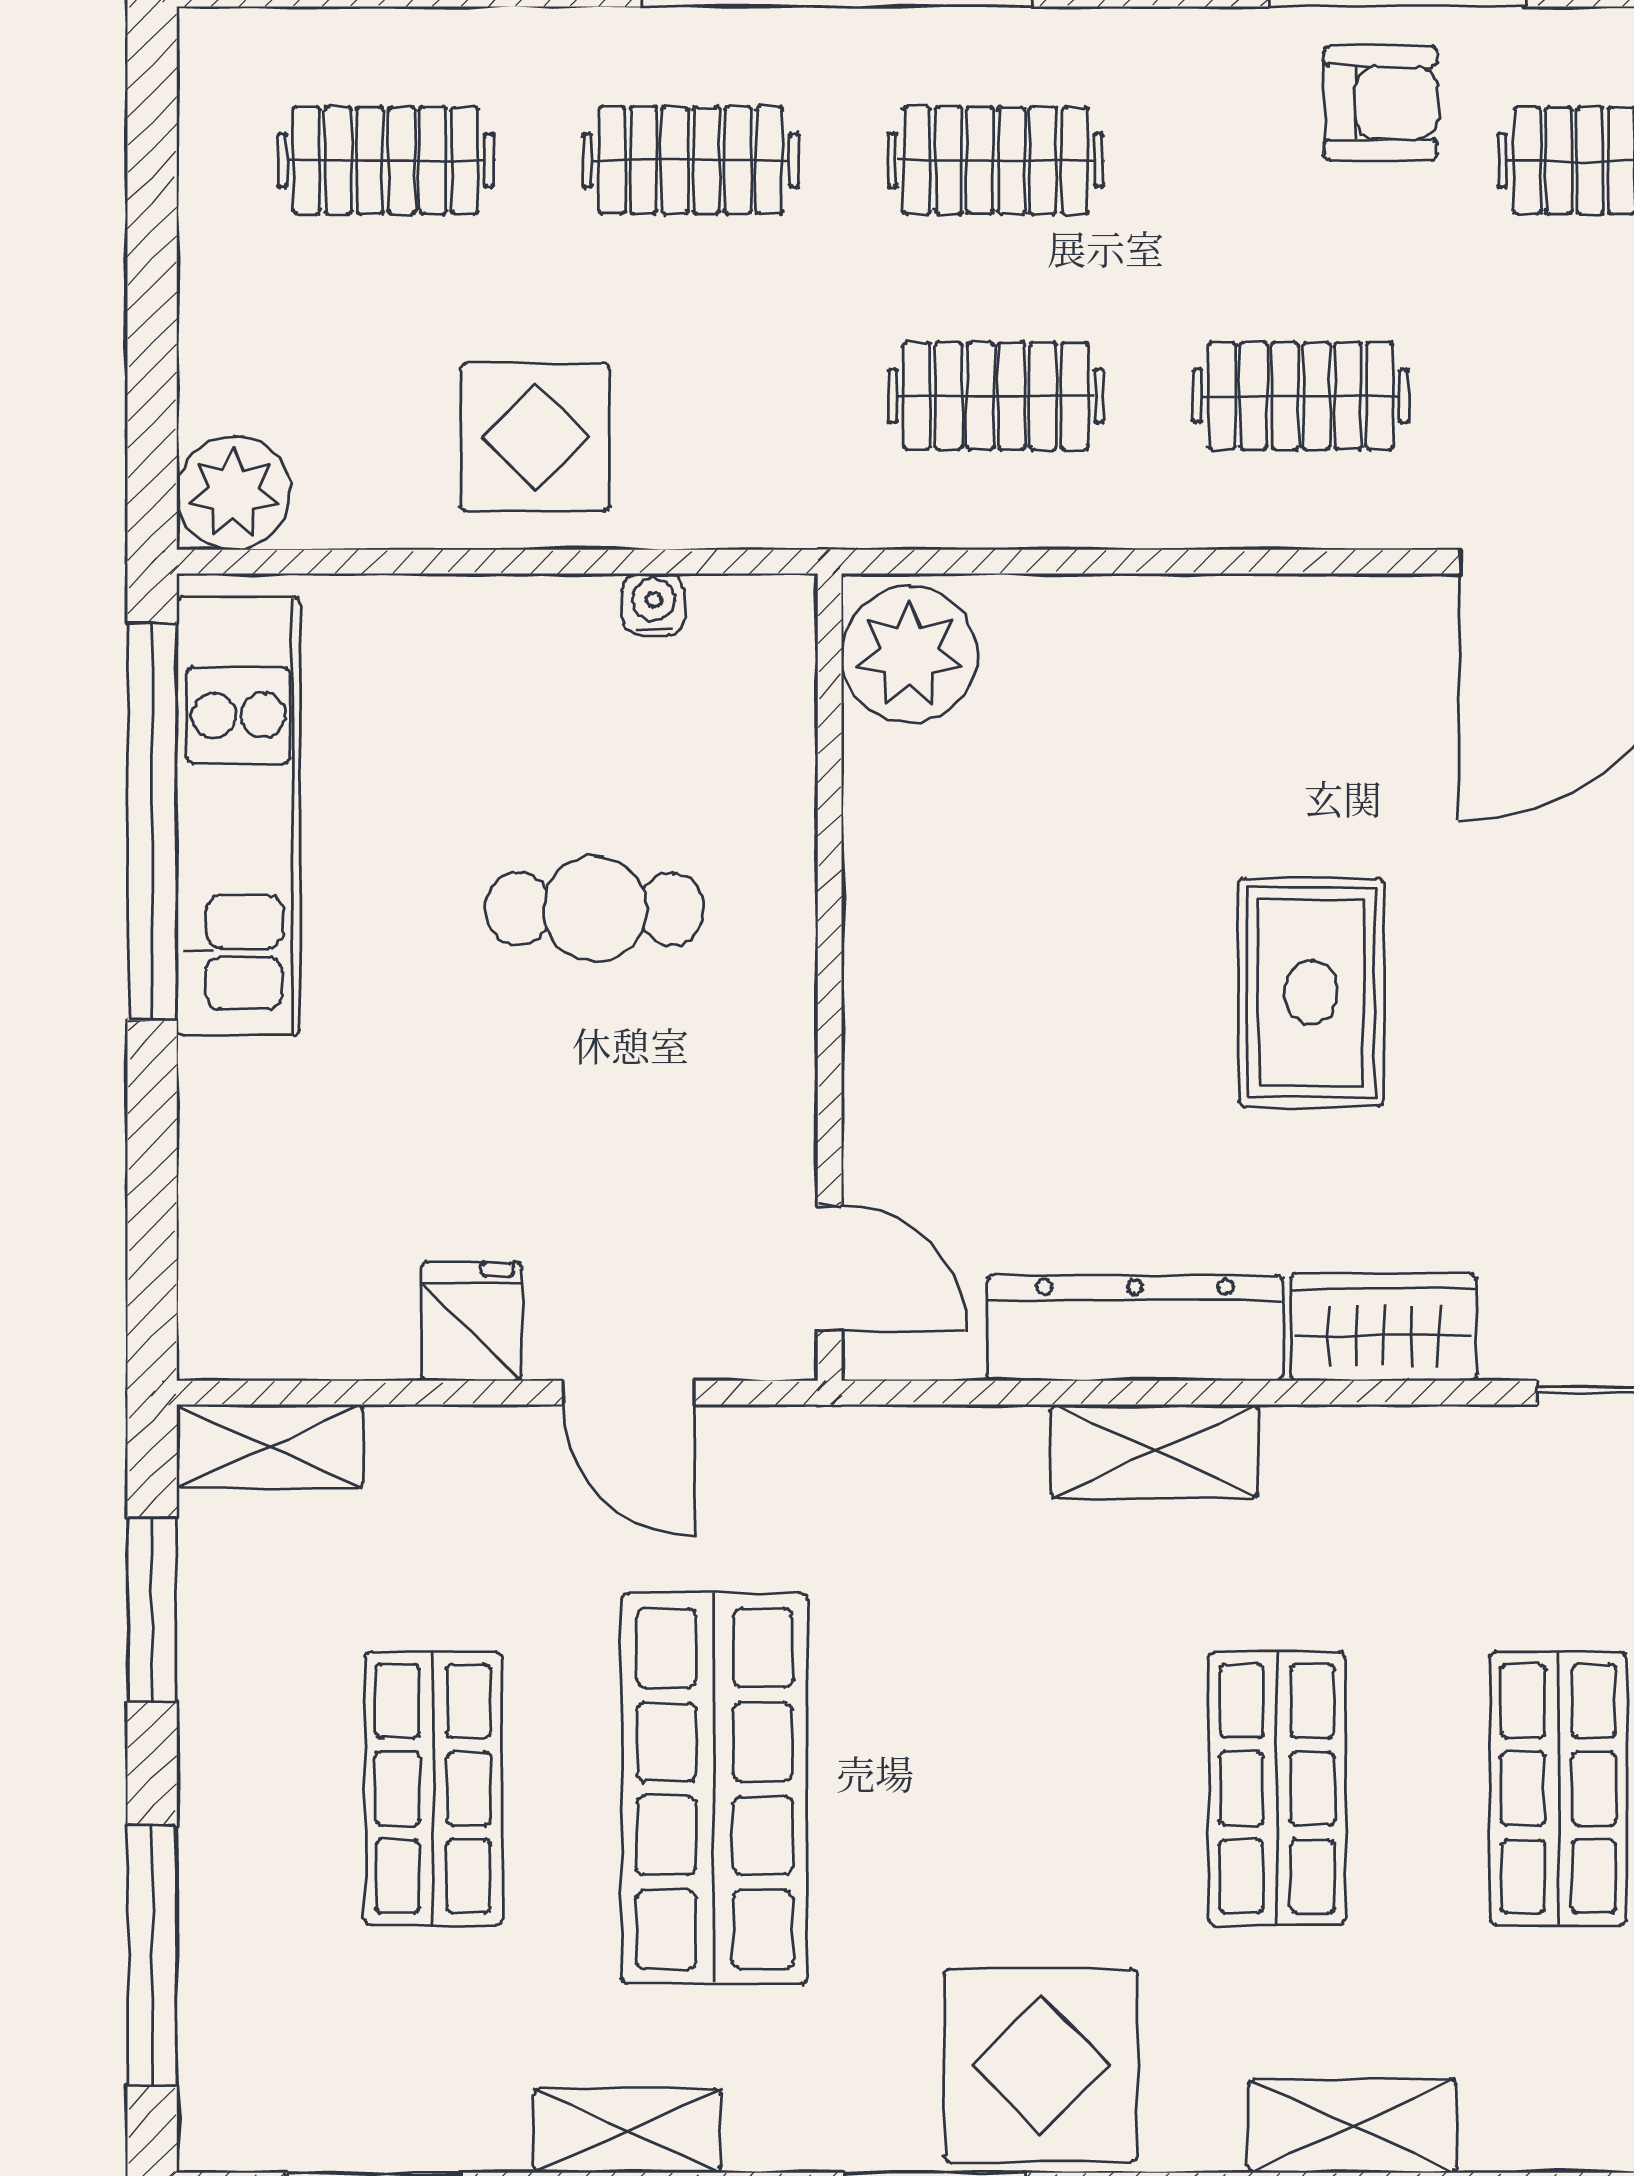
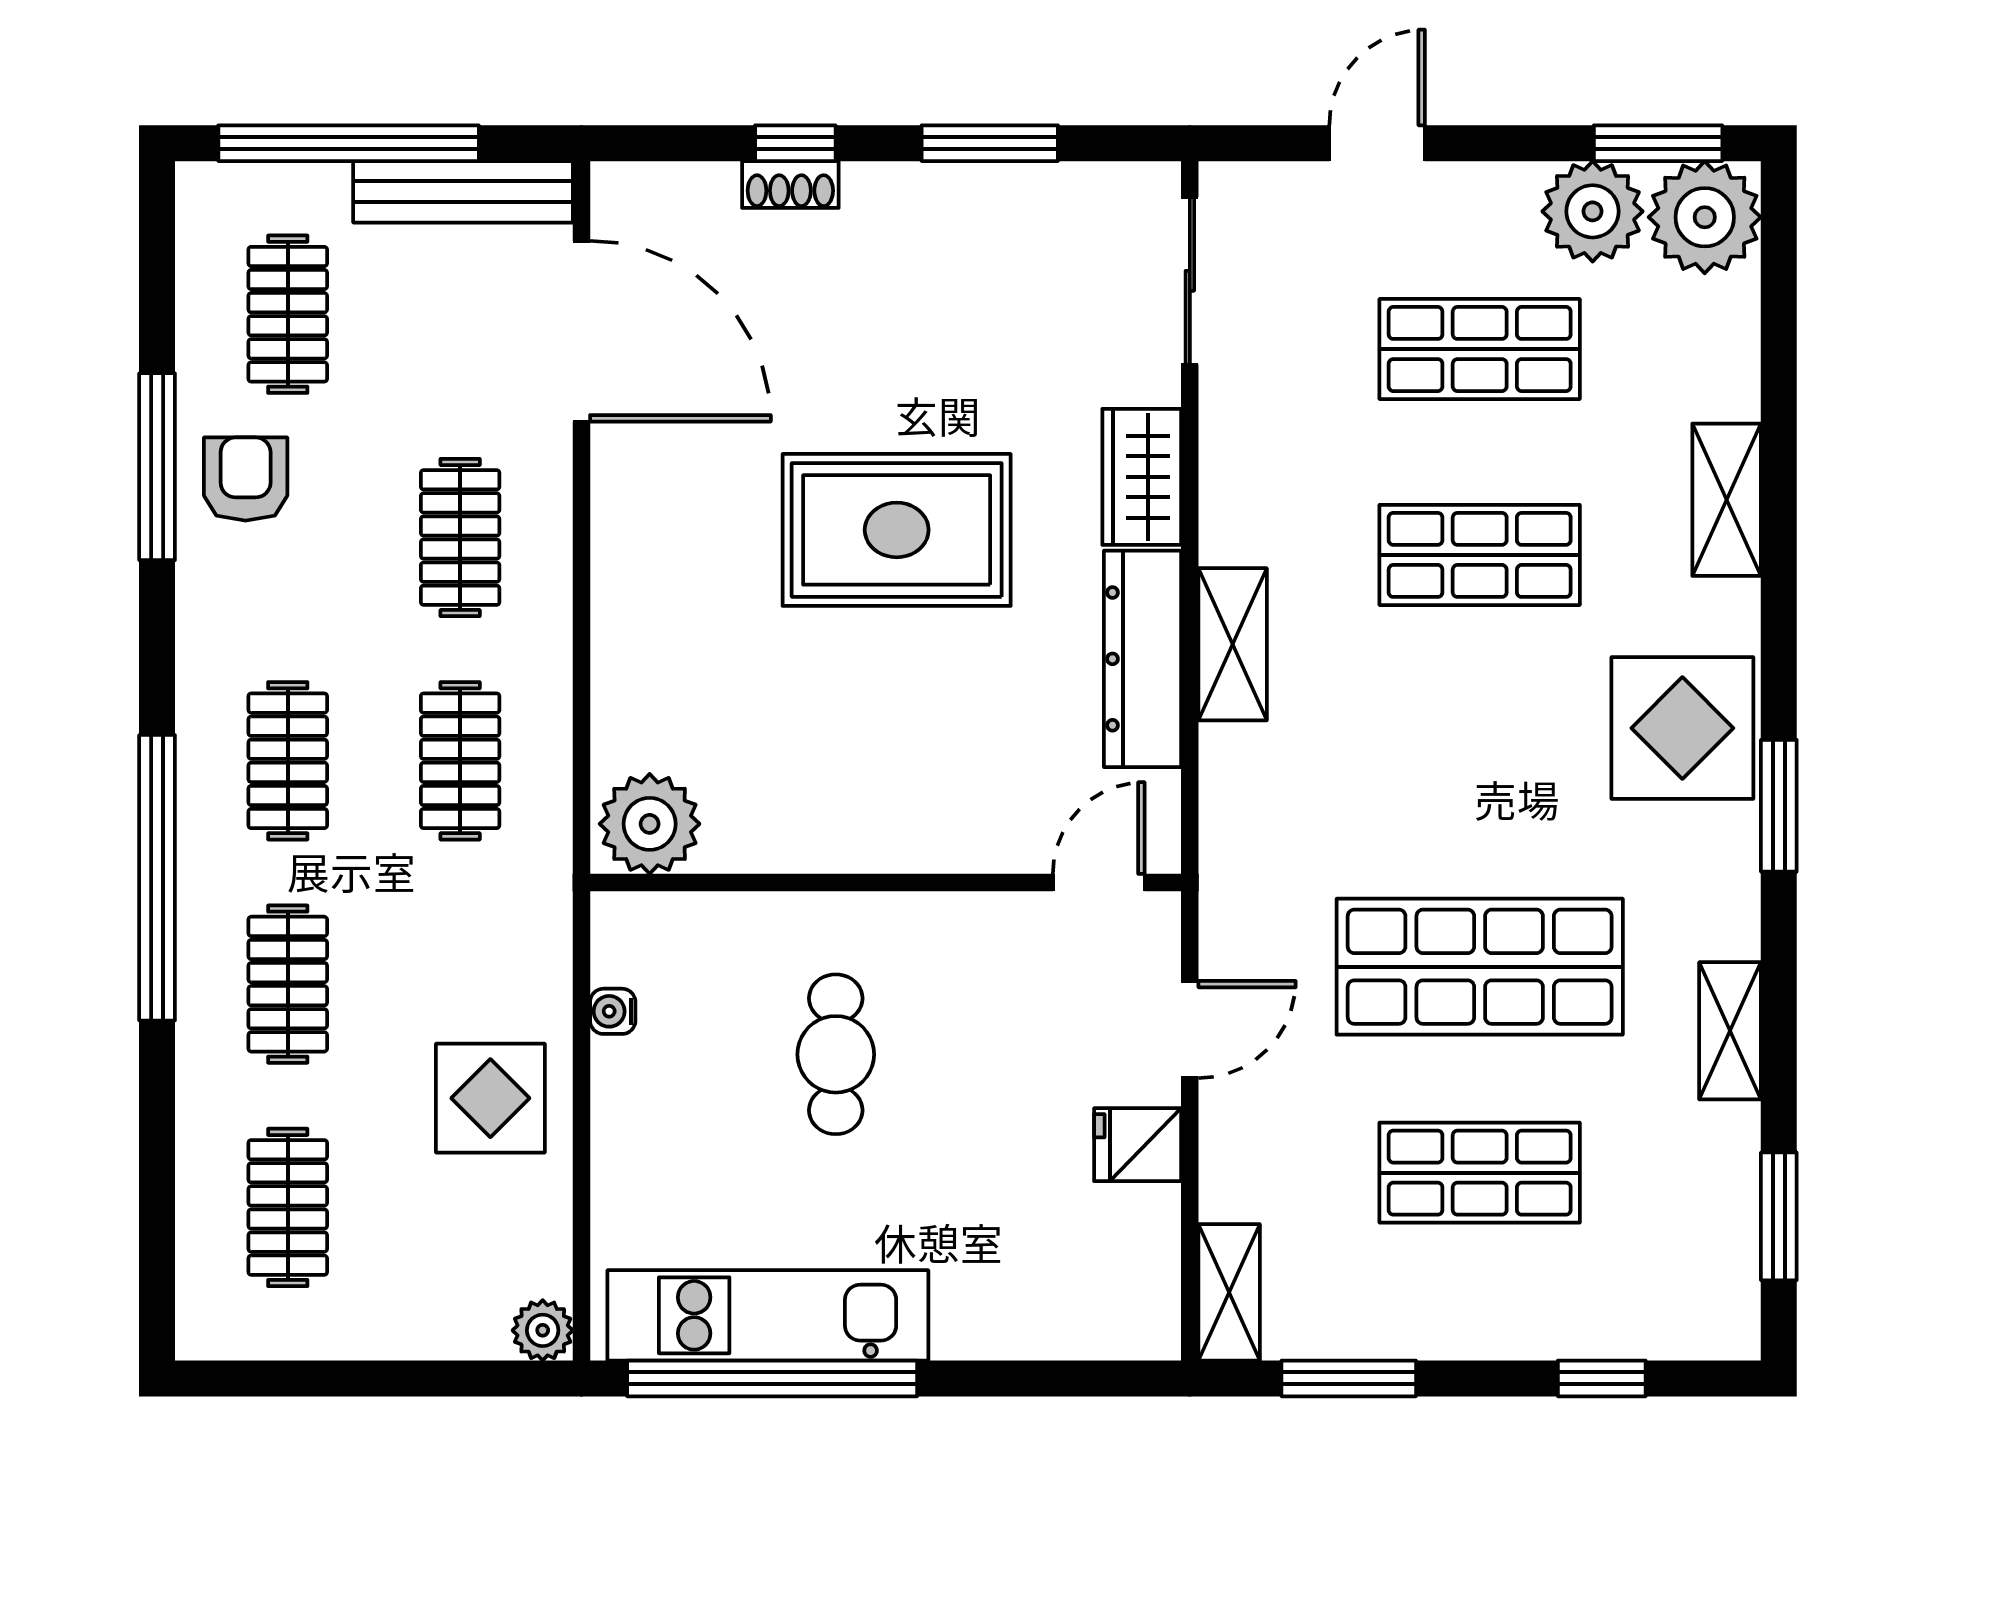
plant: (233, 493) -> (543, 1330), width x0.73, depth x0.73
rug: (1311, 992) -> (897, 530), width x1.36, depth x1.43
window: (152, 1955) -> (1602, 1378), width x0.46

